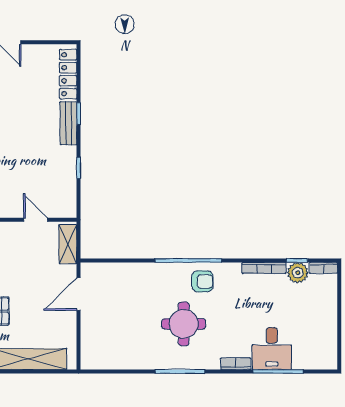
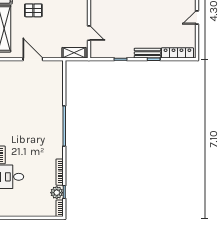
door: (36, 220) -> (89, 33), hinge flipped
armchair: (202, 281) -> (51, 135), removed
door: (79, 294) -> (33, 59), moved
round table: (184, 324) -> (26, 123), removed

